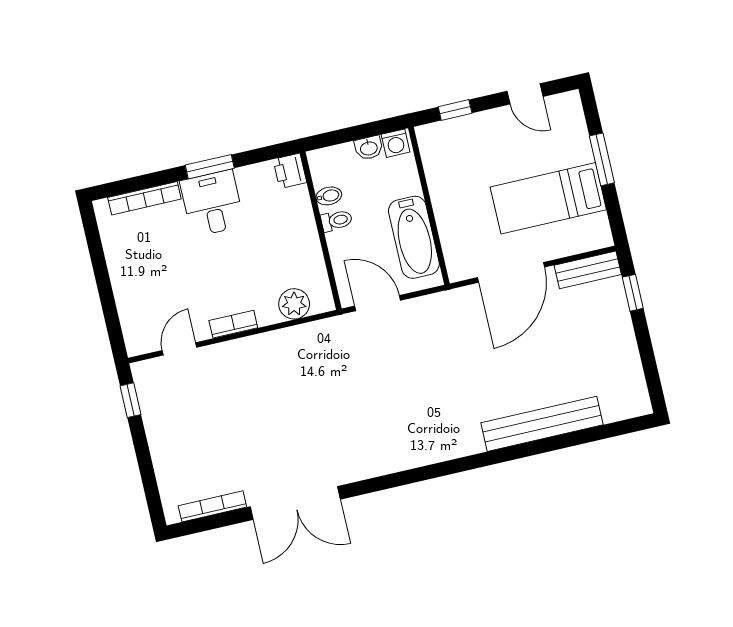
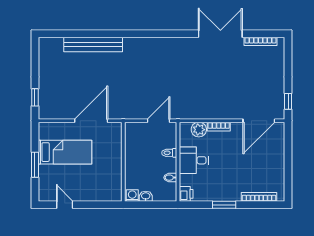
window: (455, 110) -> (100, 205), removed
desk: (212, 203) -> (194, 160), moved, turned 90
toilet: (337, 221) -> (169, 153), moved
bathtub: (414, 237) -> (134, 148), removed
bench: (588, 270) -> (54, 113), removed
door: (378, 303) -> (159, 121), swing flipped
bookcase: (233, 324) -> (219, 127), moved
door: (179, 349) -> (259, 121), width x1.88

